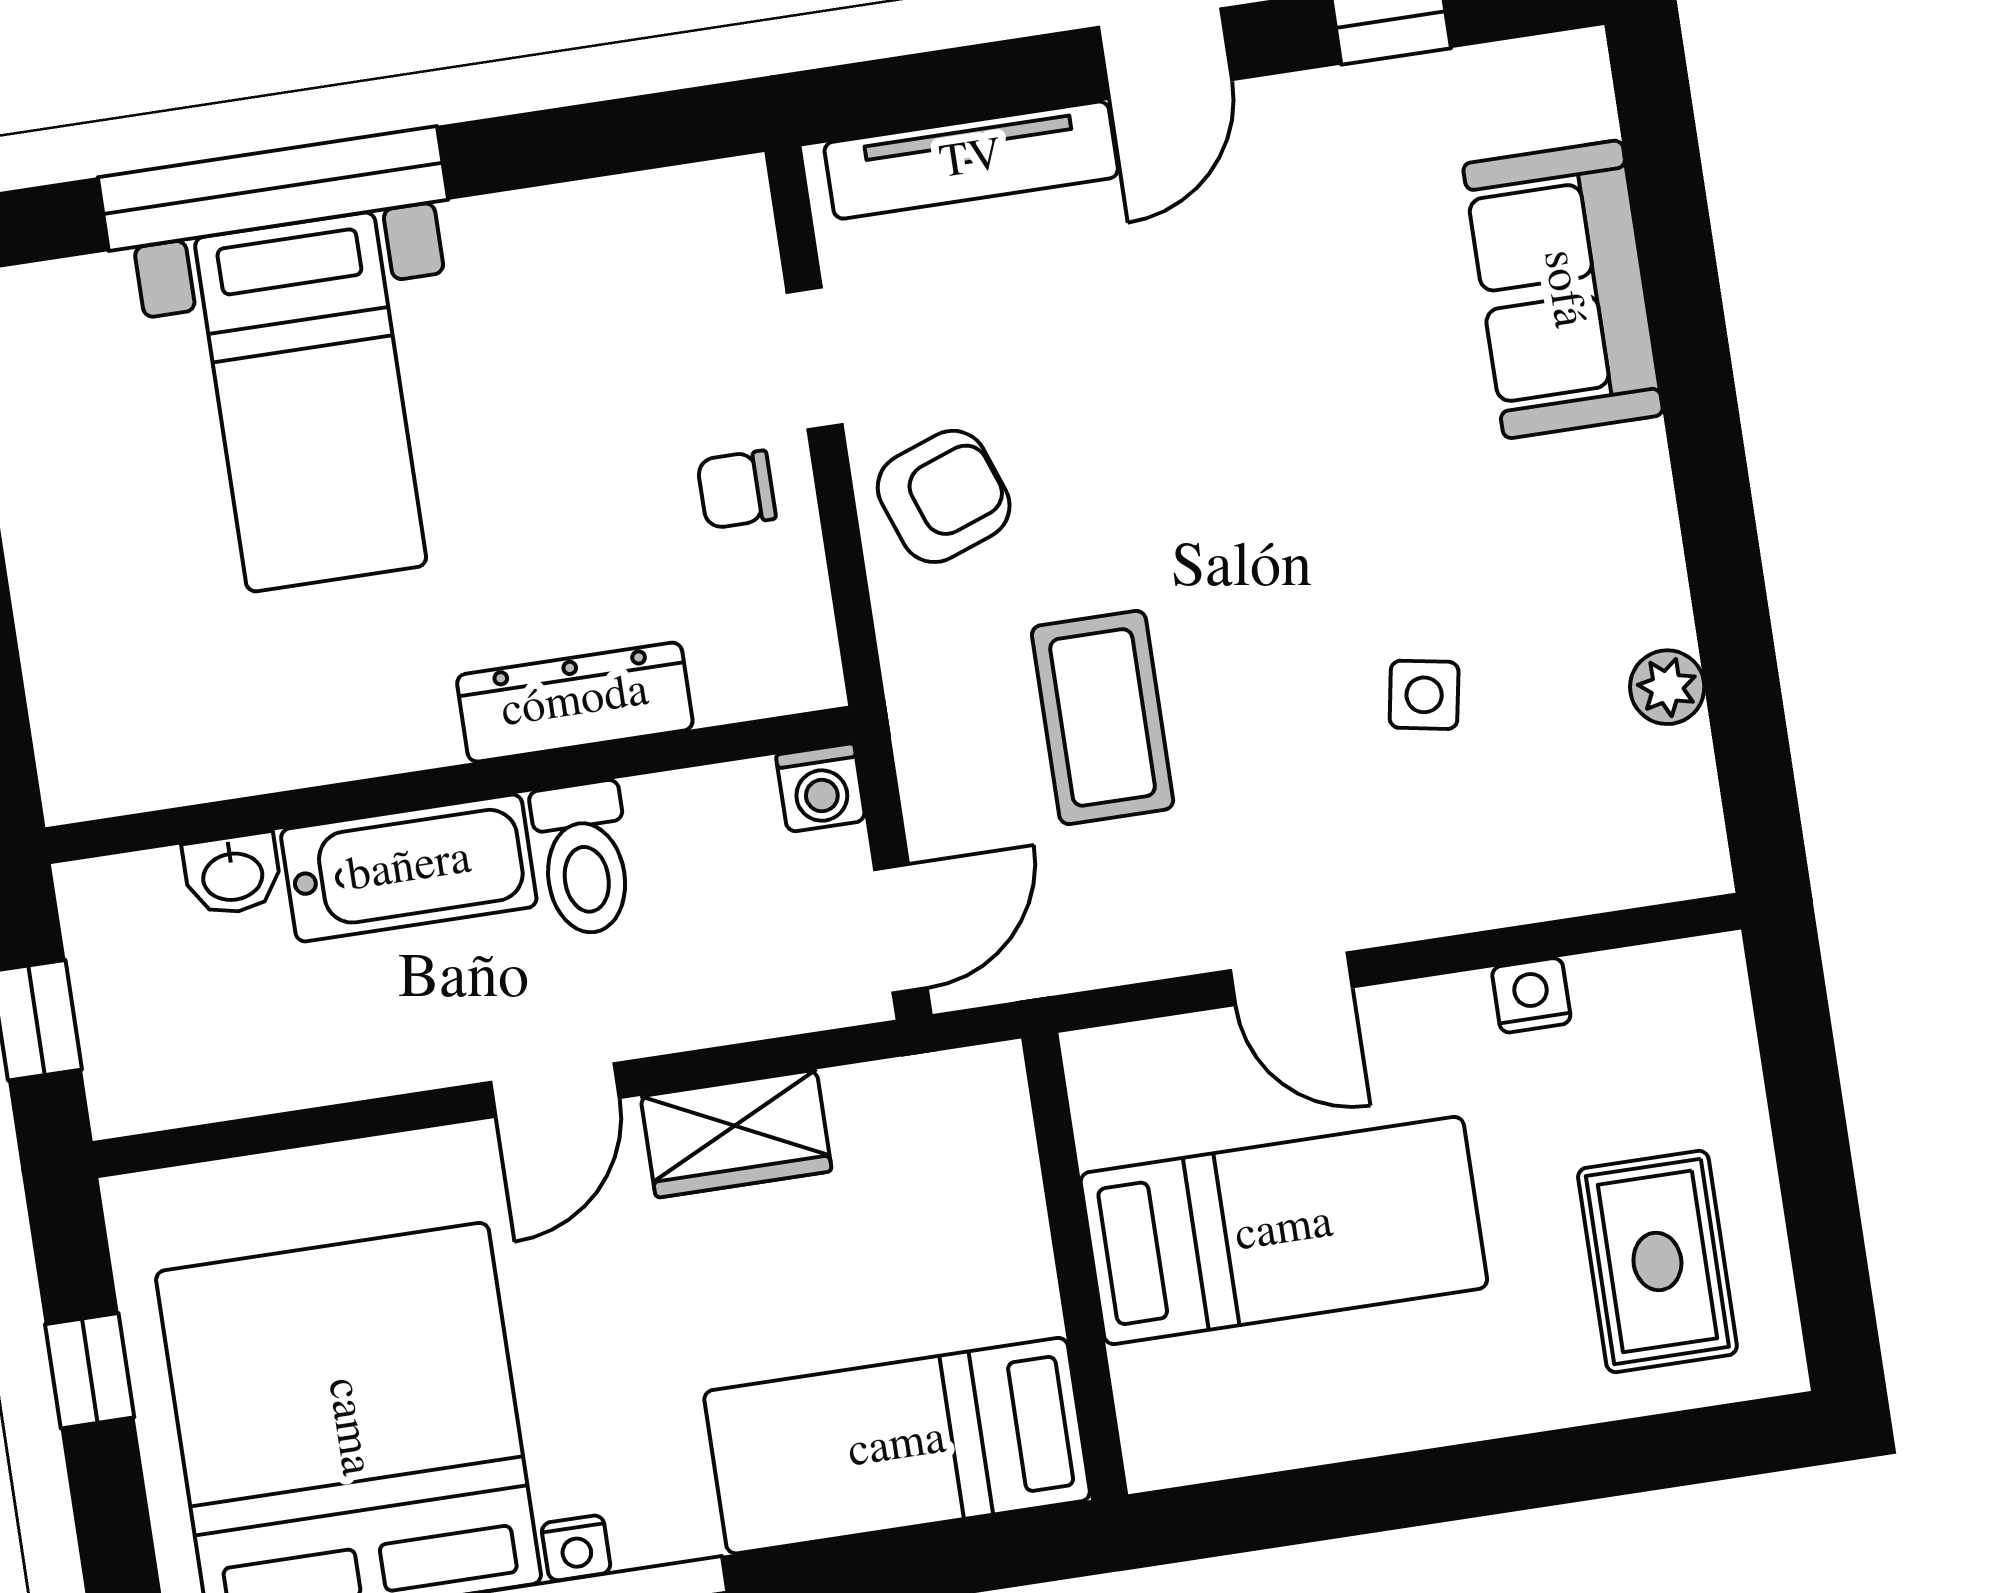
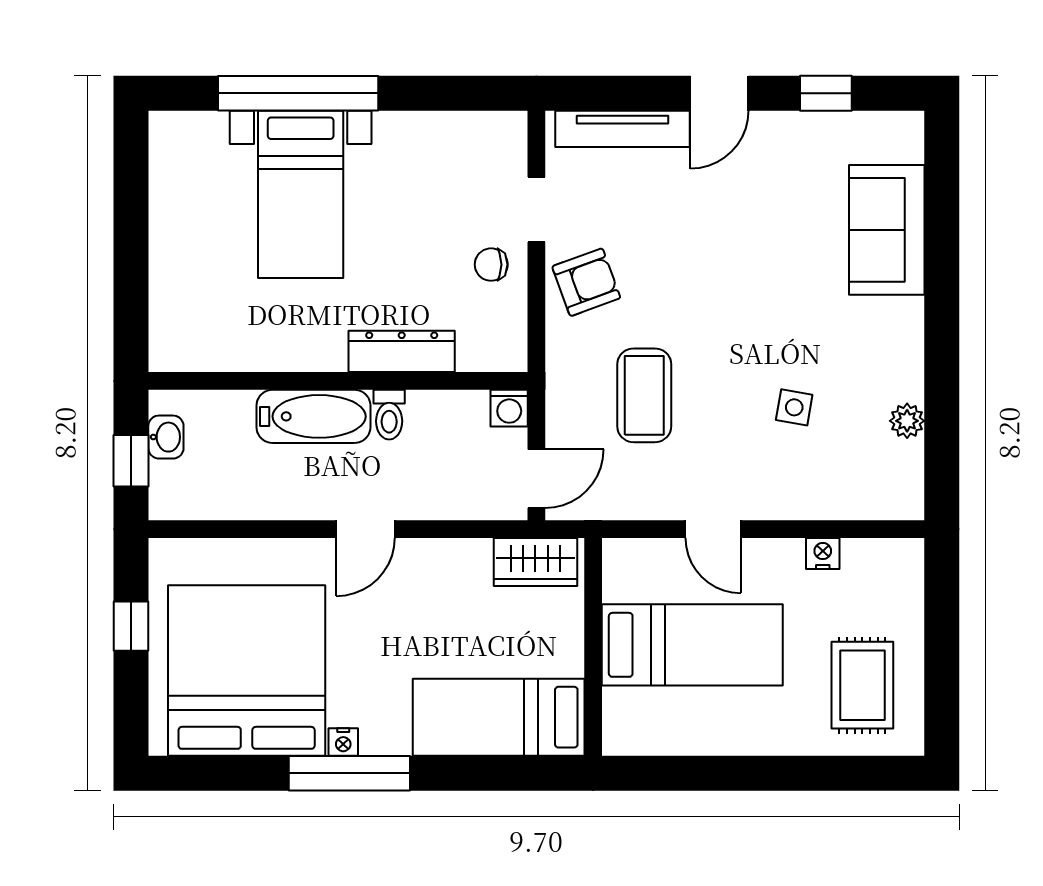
toilet: (584, 859) -> (389, 415), width x0.73, depth x0.72
washbasin: (232, 875) -> (166, 437), moved, turned -90
wardrobe: (736, 1134) -> (535, 562), moved

